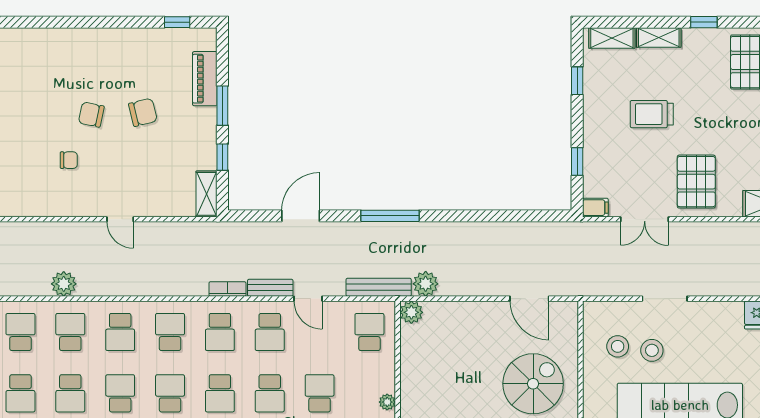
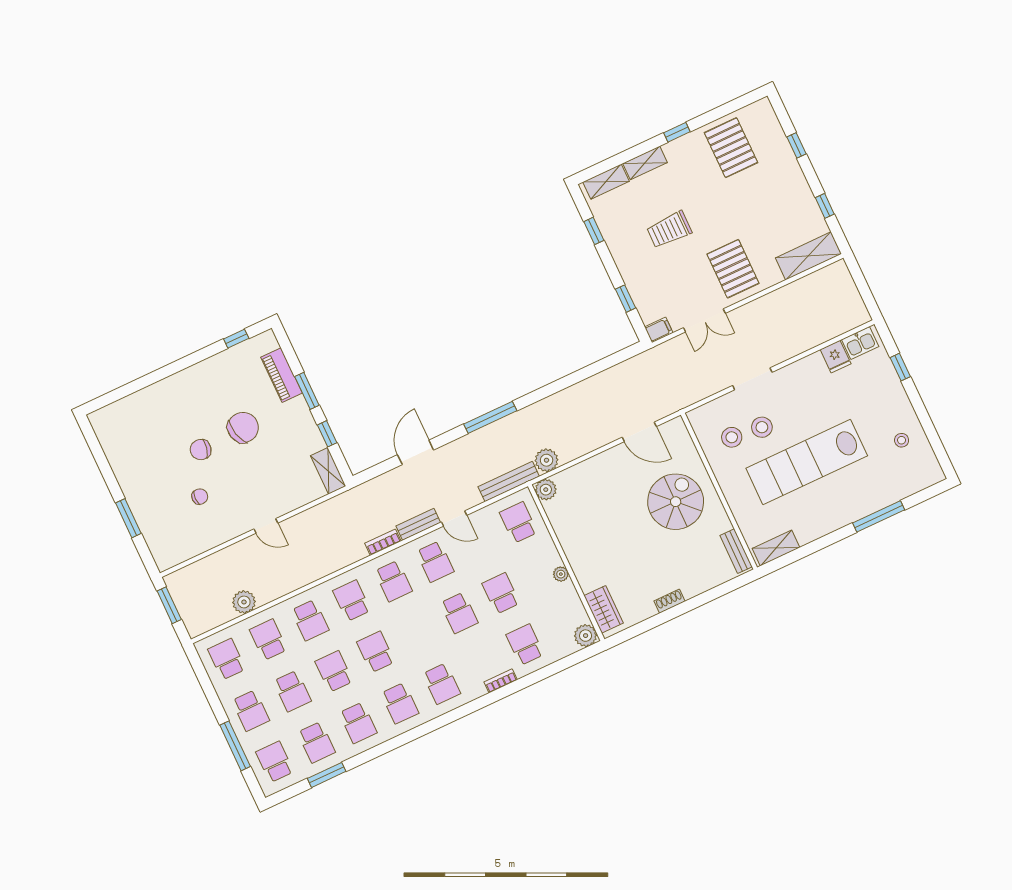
chair: (143, 112) -> (243, 428), width x1.37, depth x1.37
school desk: (220, 393) -> (417, 632), removed

